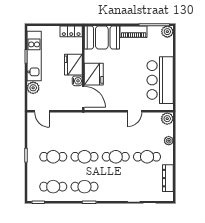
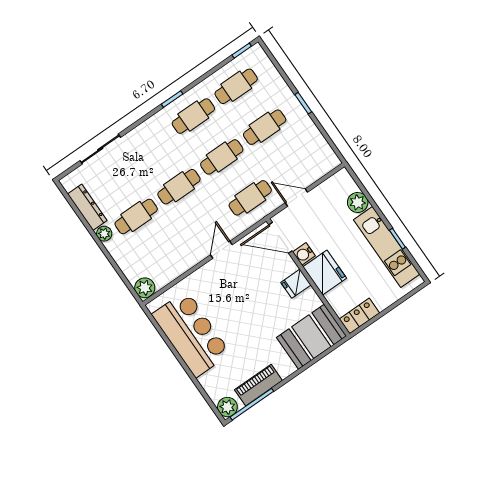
piano: (134, 32) -> (258, 385), moved
fridge: (94, 74) -> (296, 284), width x0.53, depth x0.75
door: (42, 111) -> (296, 197), moved
door: (134, 111) -> (221, 250), moved
cafe table: (84, 127) -> (250, 198), added
plant: (169, 141) -> (104, 234), moved

